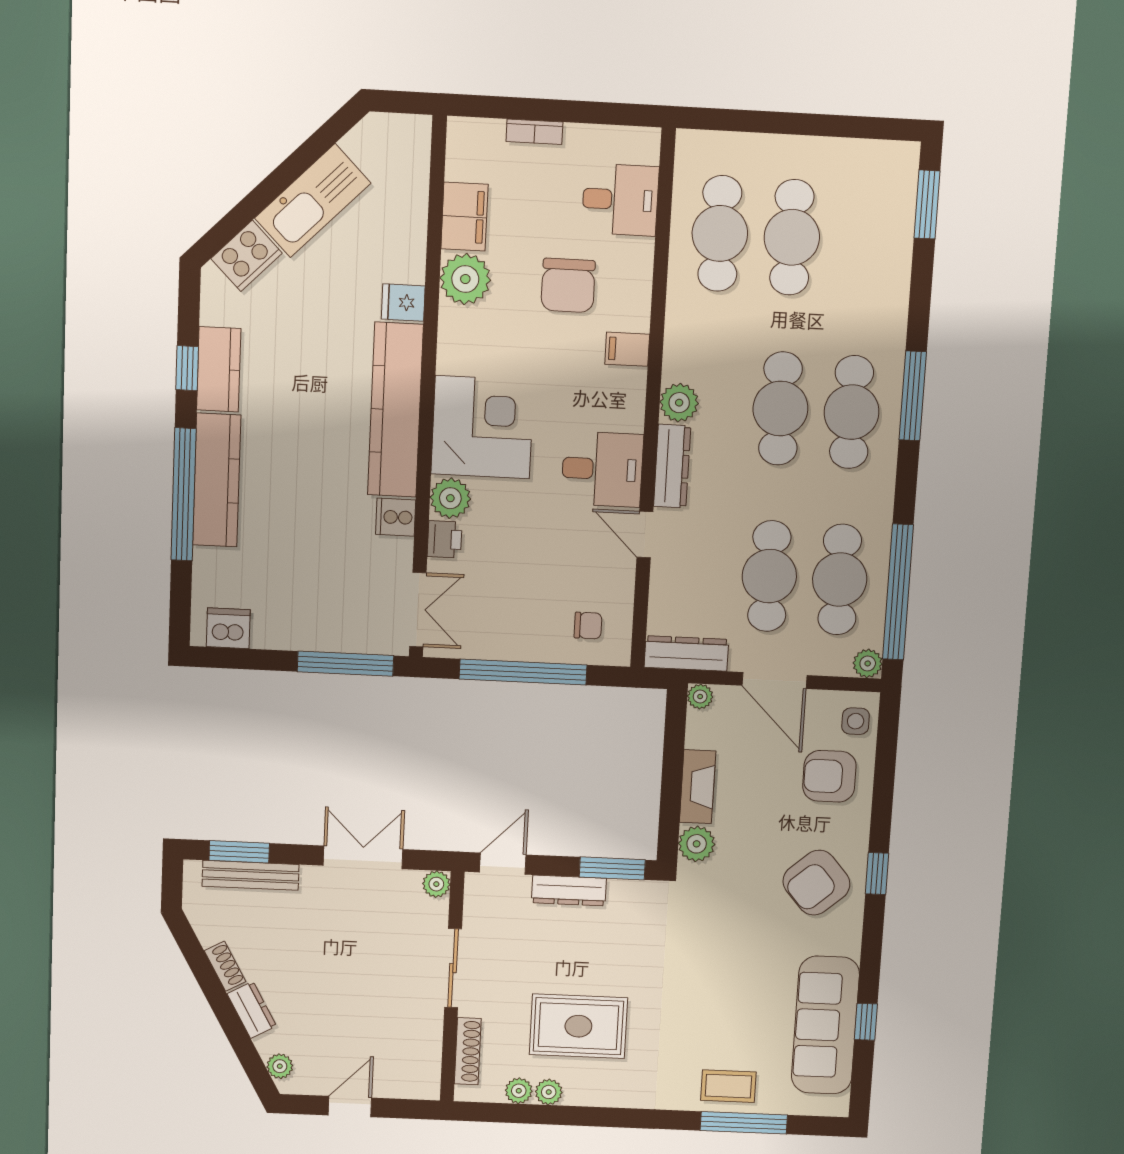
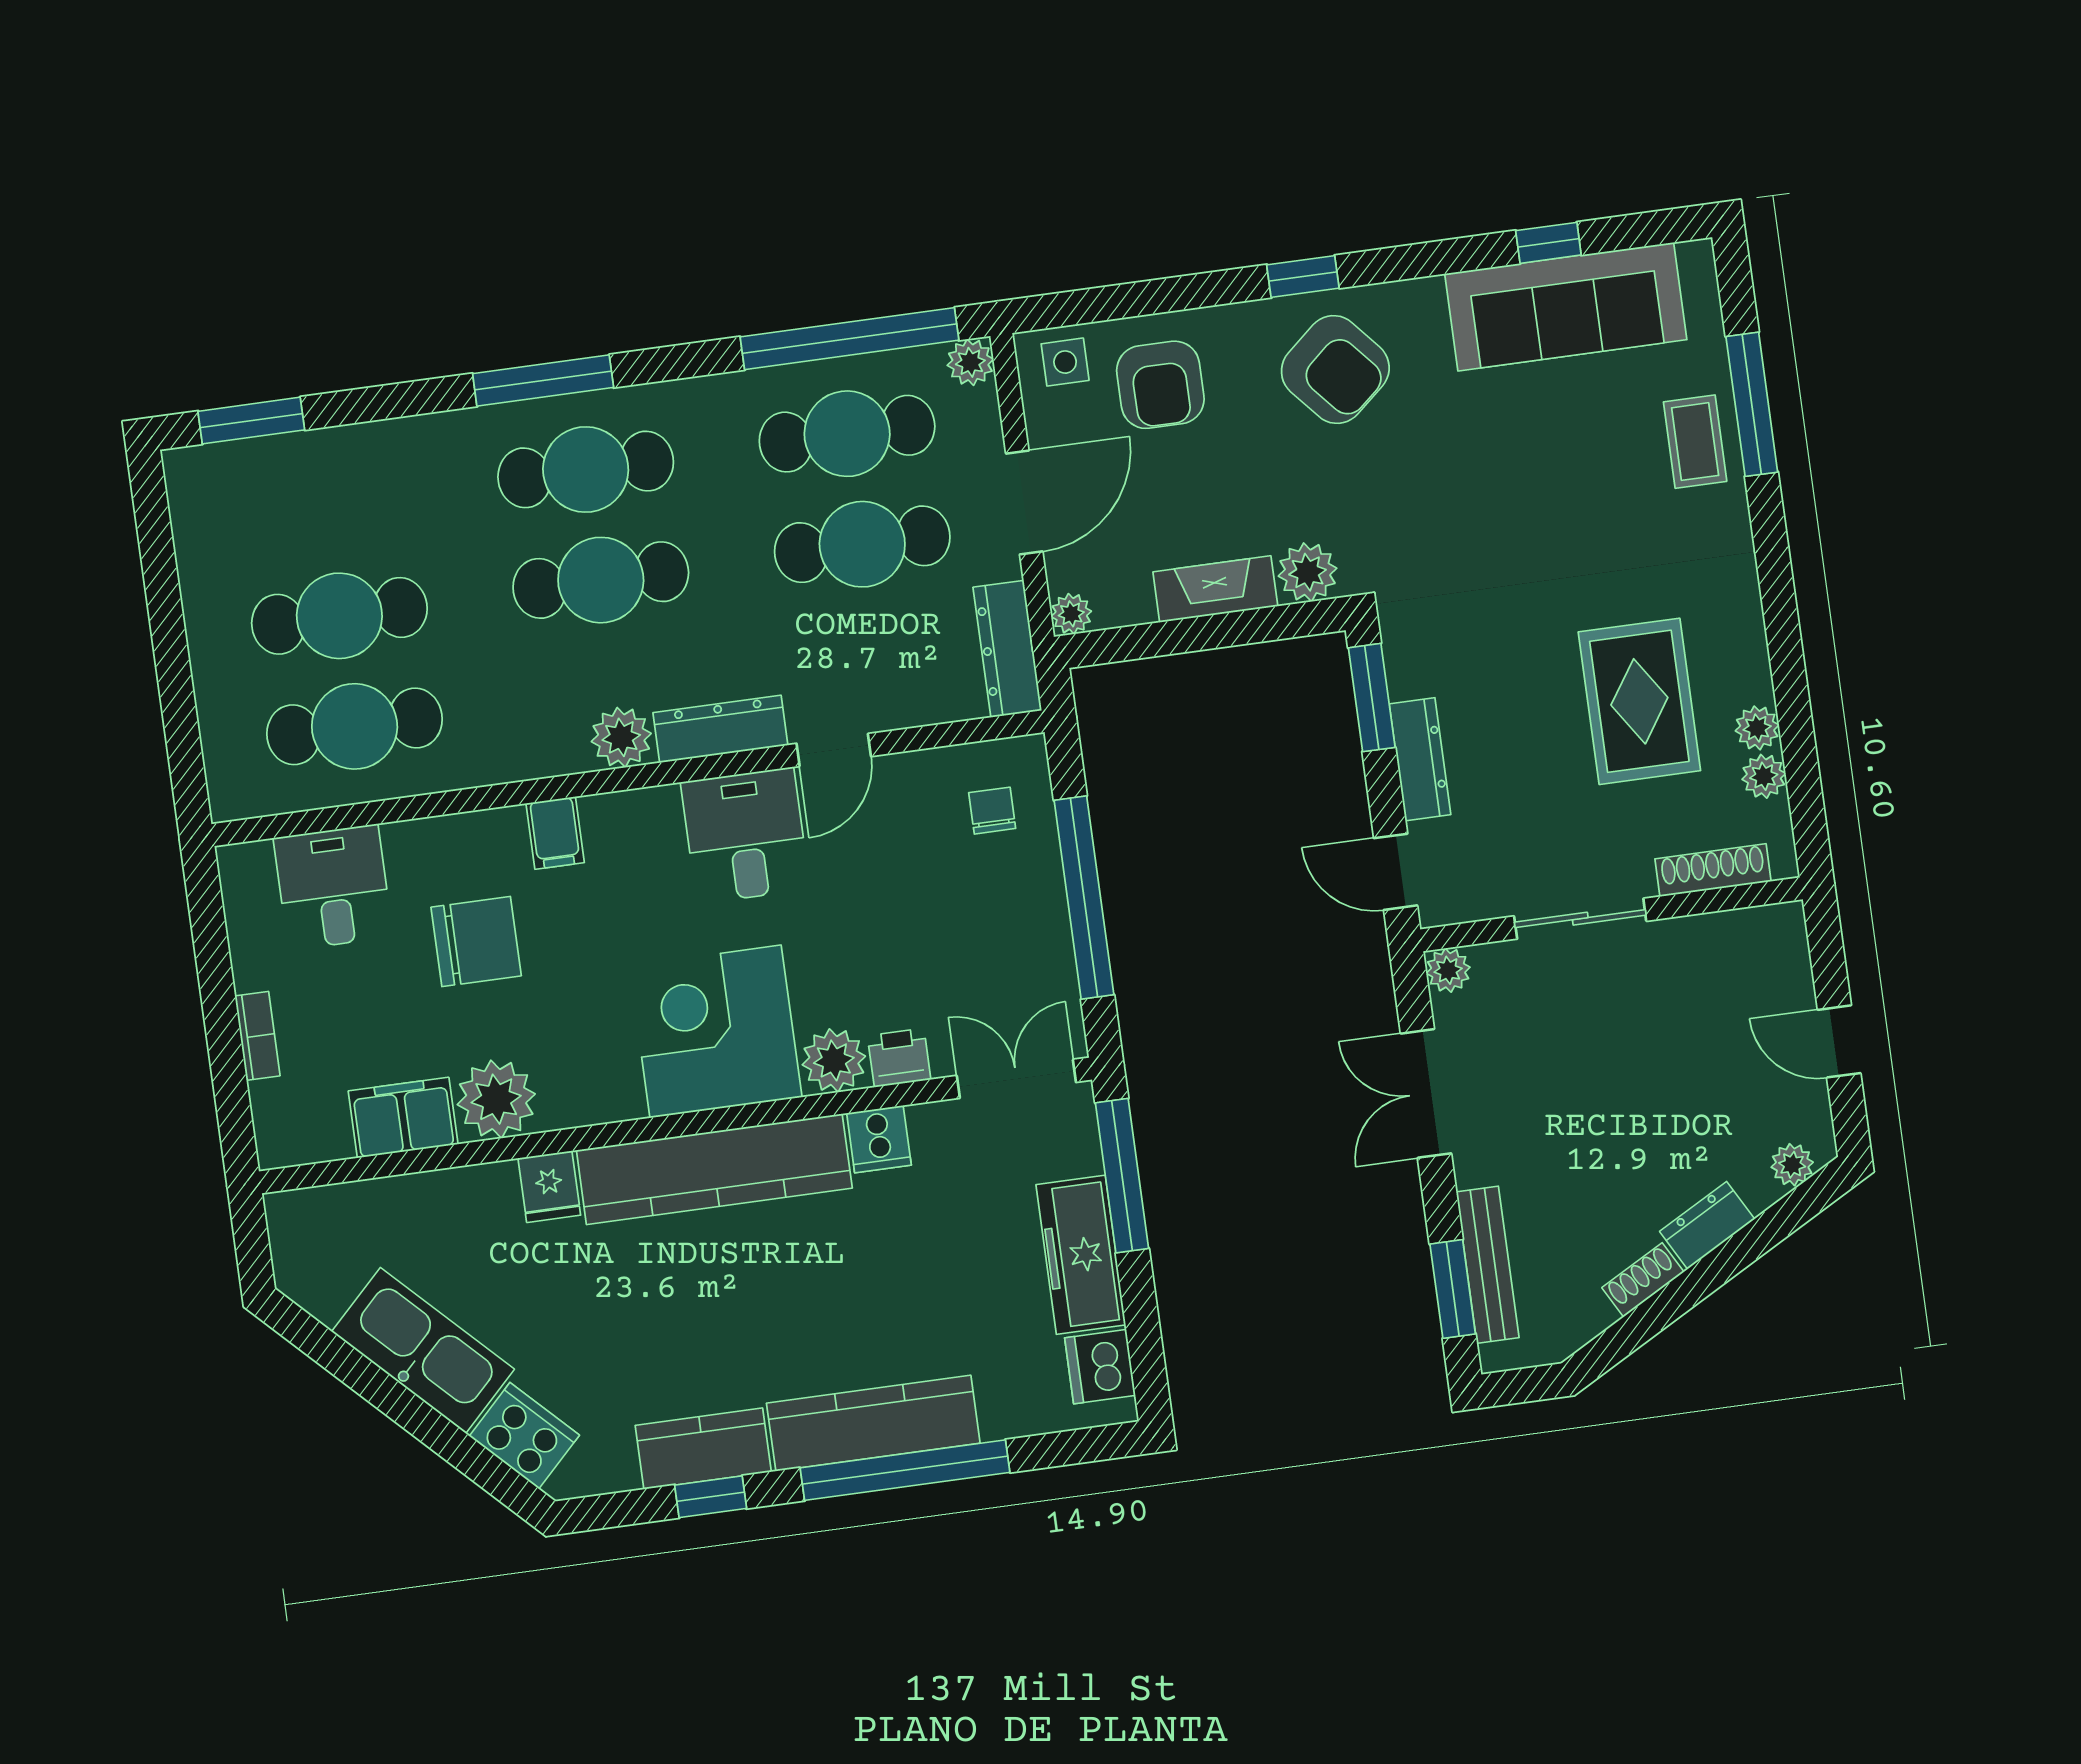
freezer: (300, 629) -> (1081, 1255), added

